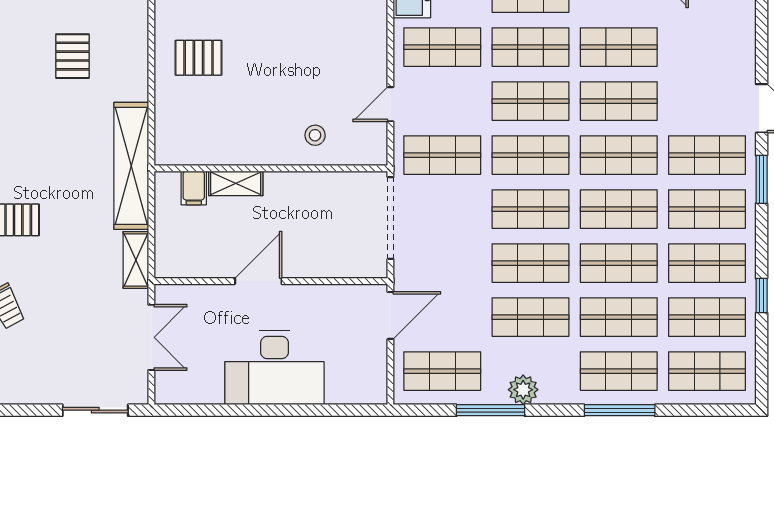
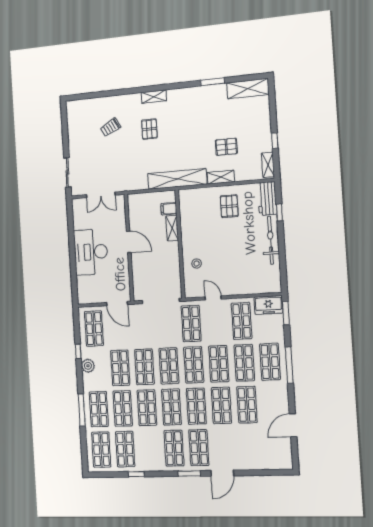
shelving: (136, 260) -> (221, 177), moved
shop shelf: (707, 263) -> (149, 449), removed
window: (491, 410) -> (78, 351), width x0.46

